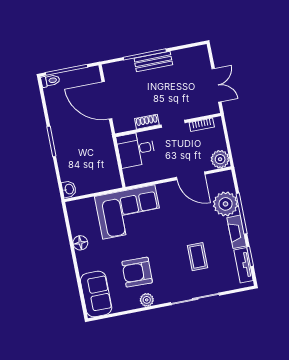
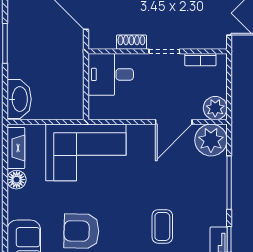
door: (191, 176) -> (174, 122), hinge flipped
washbasin: (69, 189) -> (19, 99), width x1.91, depth x1.45
plant: (226, 204) -> (211, 140), moved
fireplace: (237, 232) -> (16, 148), moved, turned 180

